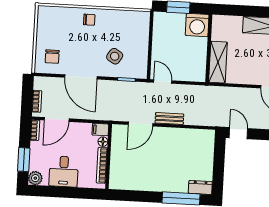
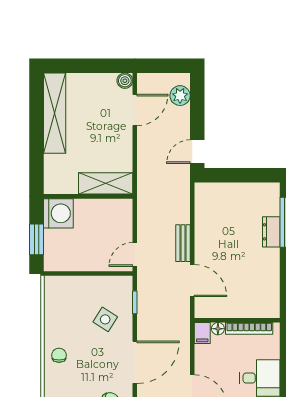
dresser: (200, 187) -> (271, 232), moved

